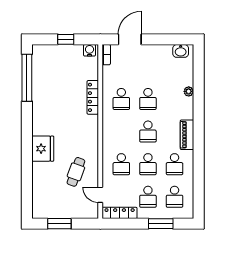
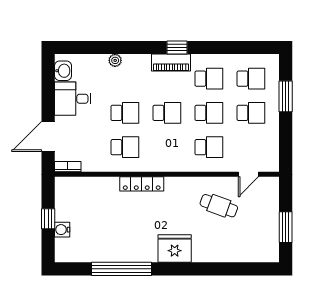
door: (130, 39) -> (48, 136), hinge flipped
water cooler: (90, 50) -> (62, 230), moved
desk: (159, 58) -> (73, 99), added
window: (27, 78) -> (121, 269), moved
locker: (93, 97) -> (142, 184), moved
window: (199, 139) -> (177, 47), added
fridge: (43, 149) -> (175, 248), moved
locker: (120, 213) -> (272, 149), removed

